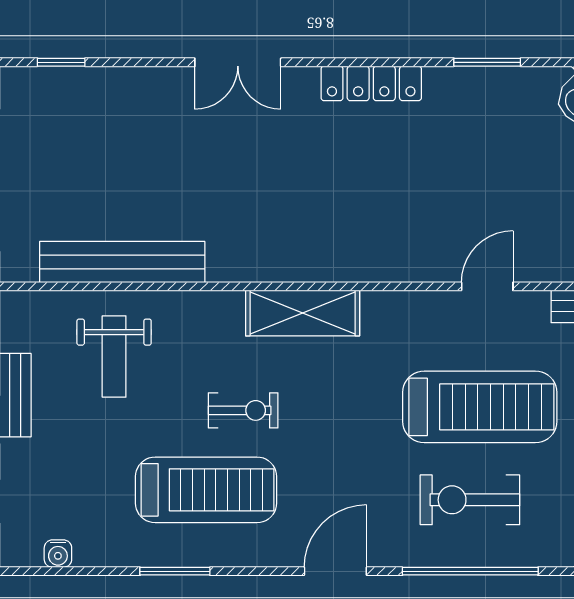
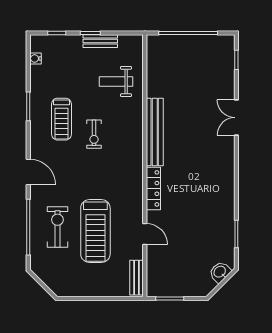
double door: (238, 62) -> (236, 118), moved
locker: (371, 83) -> (153, 188), moved, turned 180
bench: (122, 262) -> (155, 132), moved
shelving: (303, 313) -> (134, 159), removed
treadmill: (206, 490) -> (62, 119), width x0.73, depth x0.73

